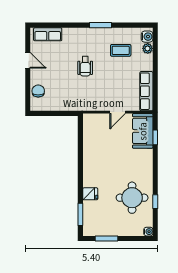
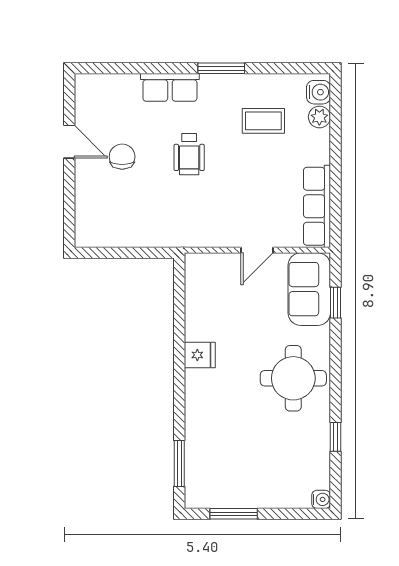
row of seats: (48, 34) -> (170, 87), moved
chair: (38, 91) -> (122, 157), moved
fridge: (90, 194) -> (200, 355), moved
round table: (132, 198) -> (293, 378), moved

